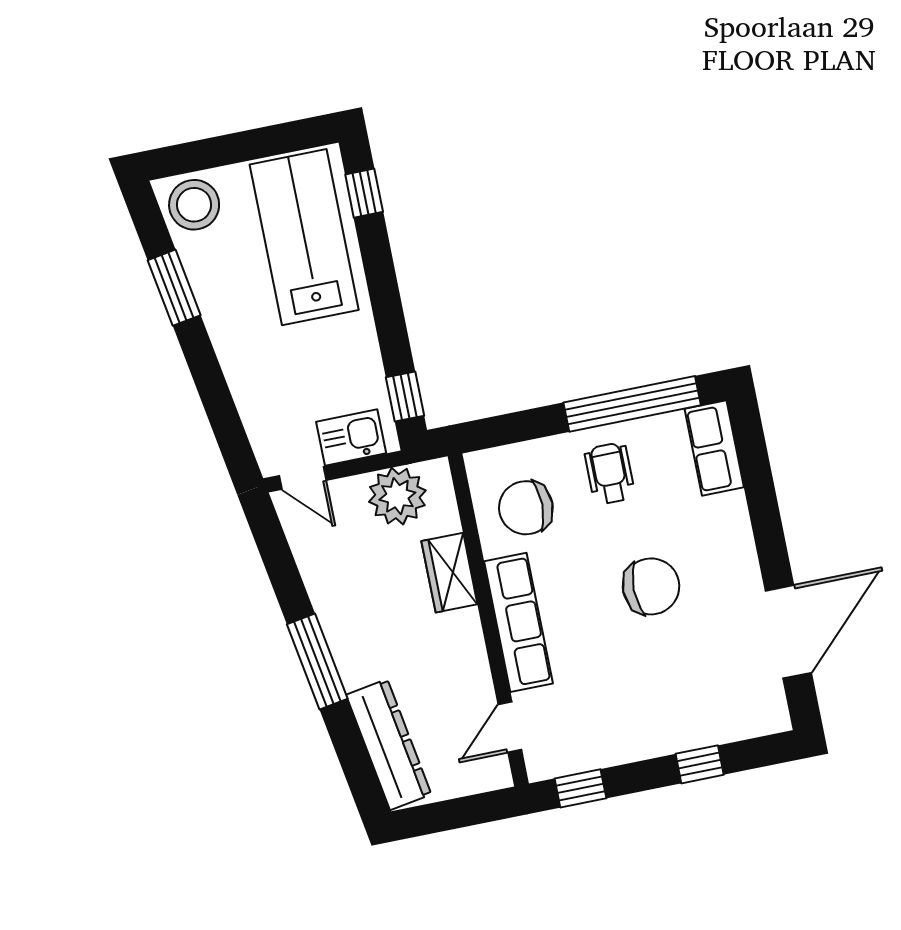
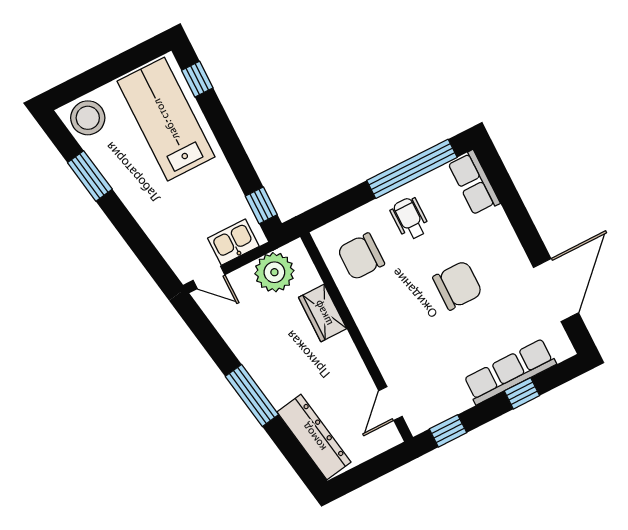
row of seats: (518, 622) -> (510, 372), moved, turned -90

